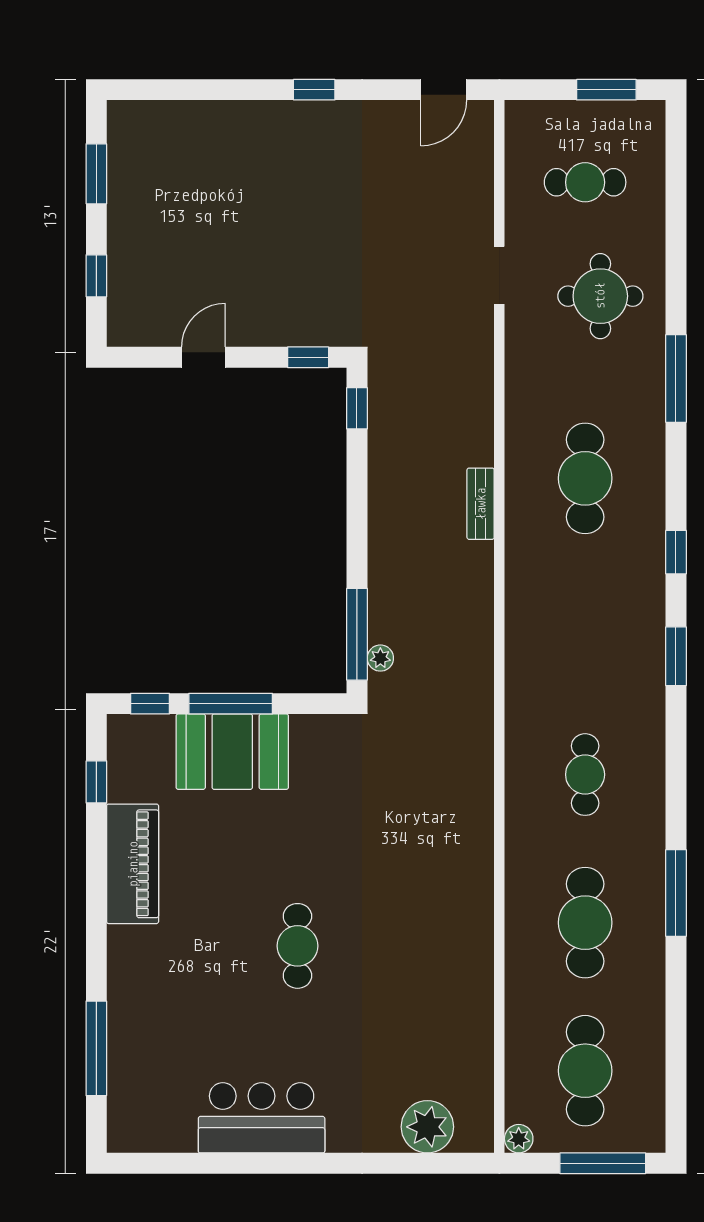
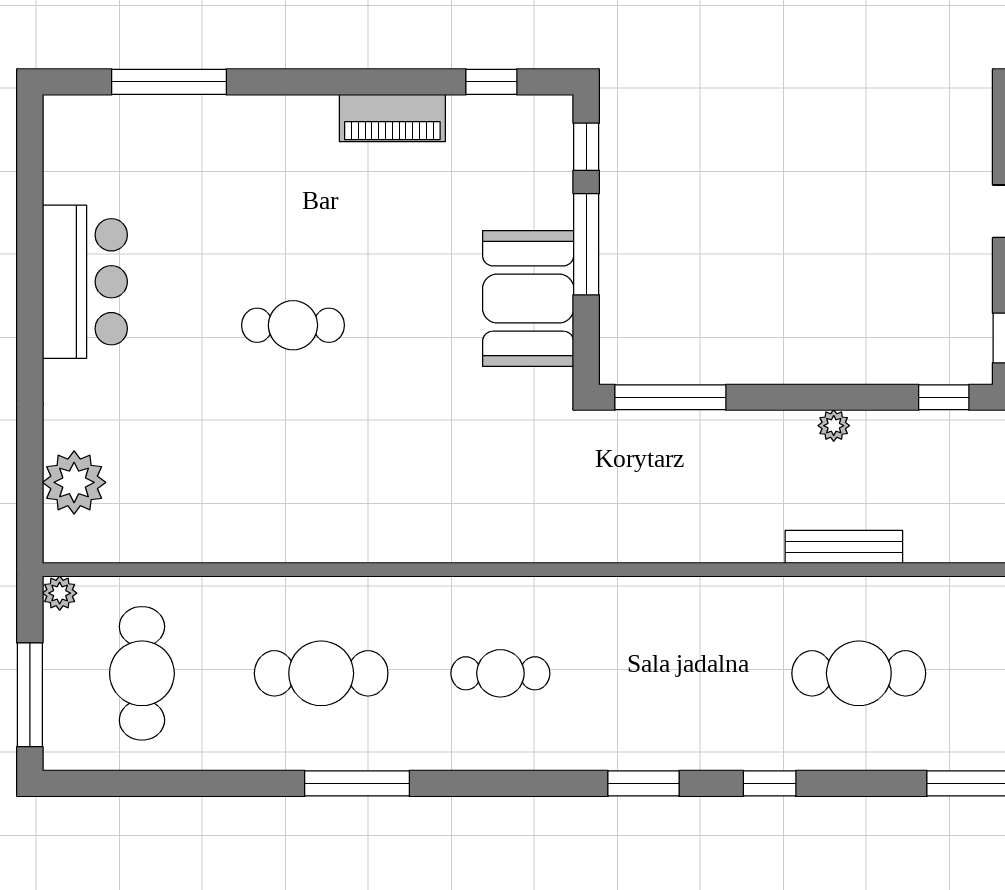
bench: (481, 504) -> (844, 547), width x1.36
plant: (380, 658) -> (834, 426), moved
booth: (232, 752) -> (528, 299), moved
piano: (133, 864) -> (392, 118), width x0.73, depth x0.75
cafe table: (585, 1071) -> (142, 673), turned 90

